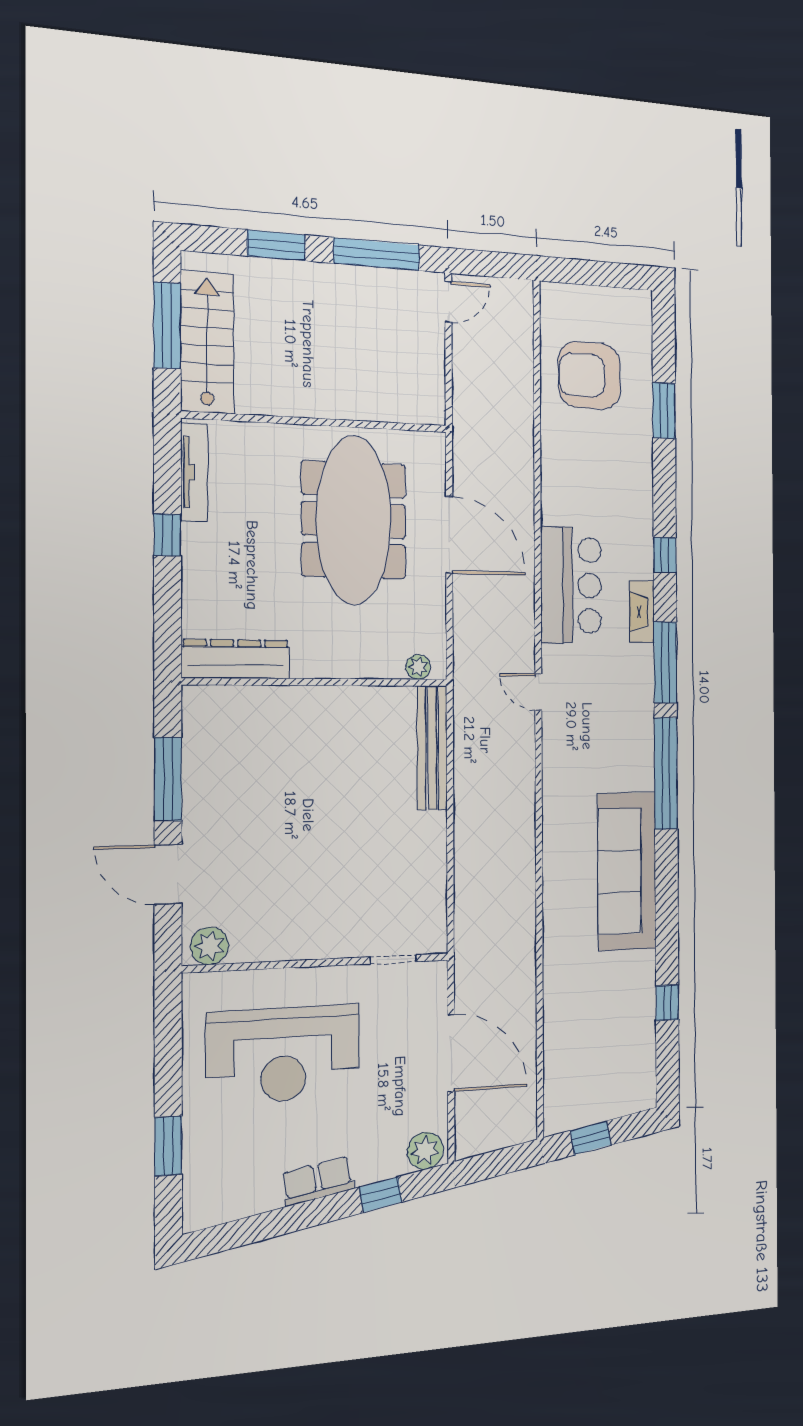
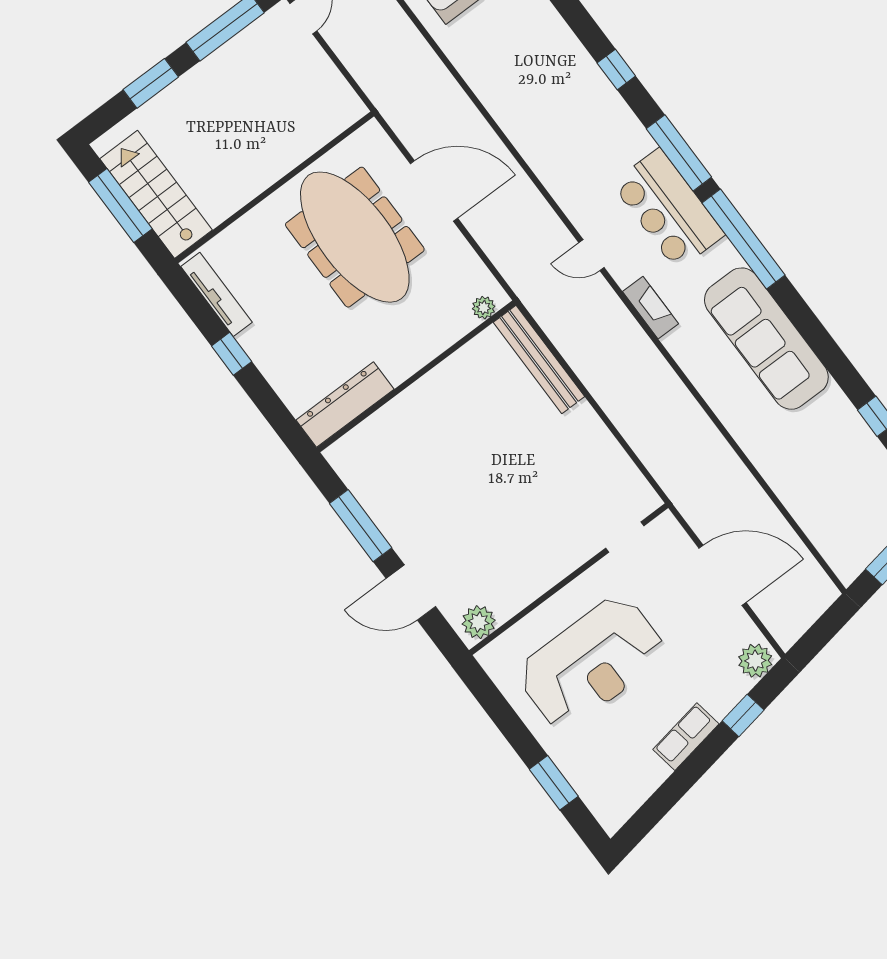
bar counter: (571, 585) -> (668, 209), moved, turned 180
fireplace: (642, 612) -> (650, 308), moved, turned 180

